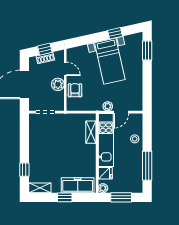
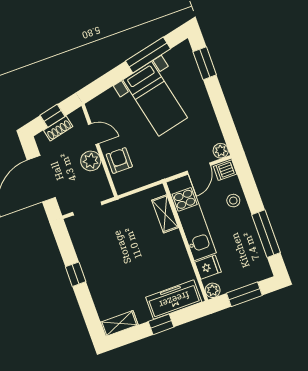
window: (115, 33) -> (148, 55), width x2.17
plant: (108, 106) -> (221, 151), moved
dishwasher: (136, 119) -> (225, 170), added
window: (24, 170) -> (76, 274), moved

